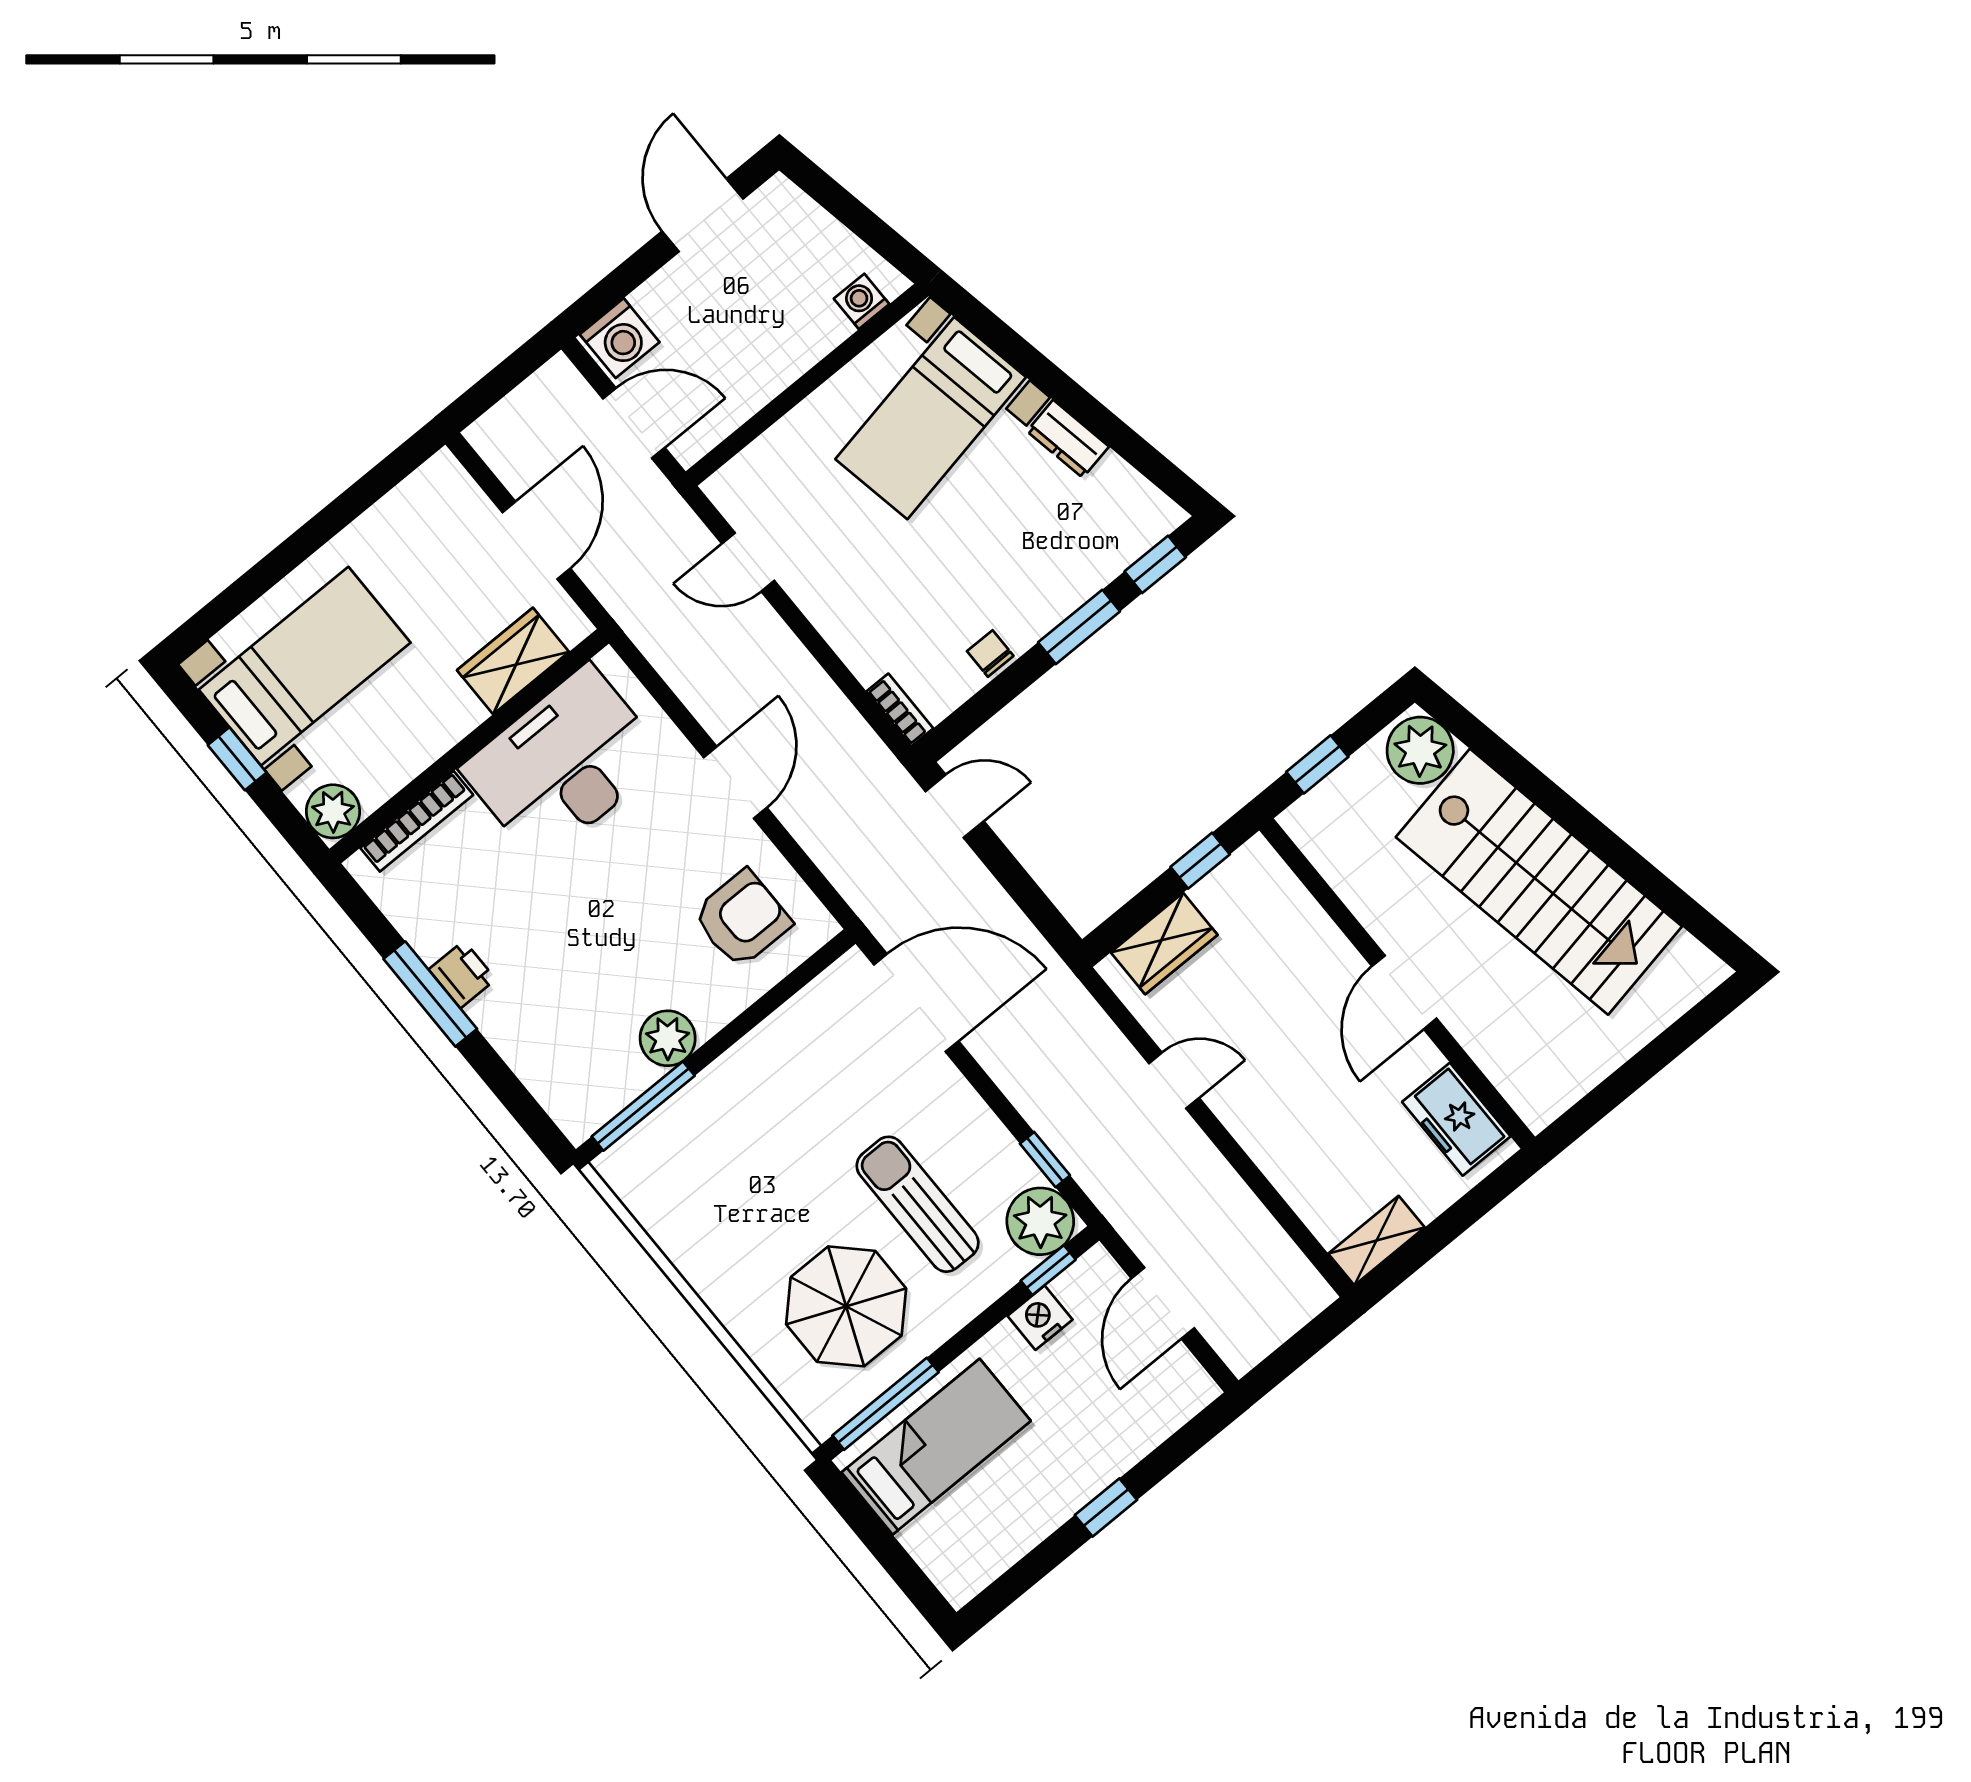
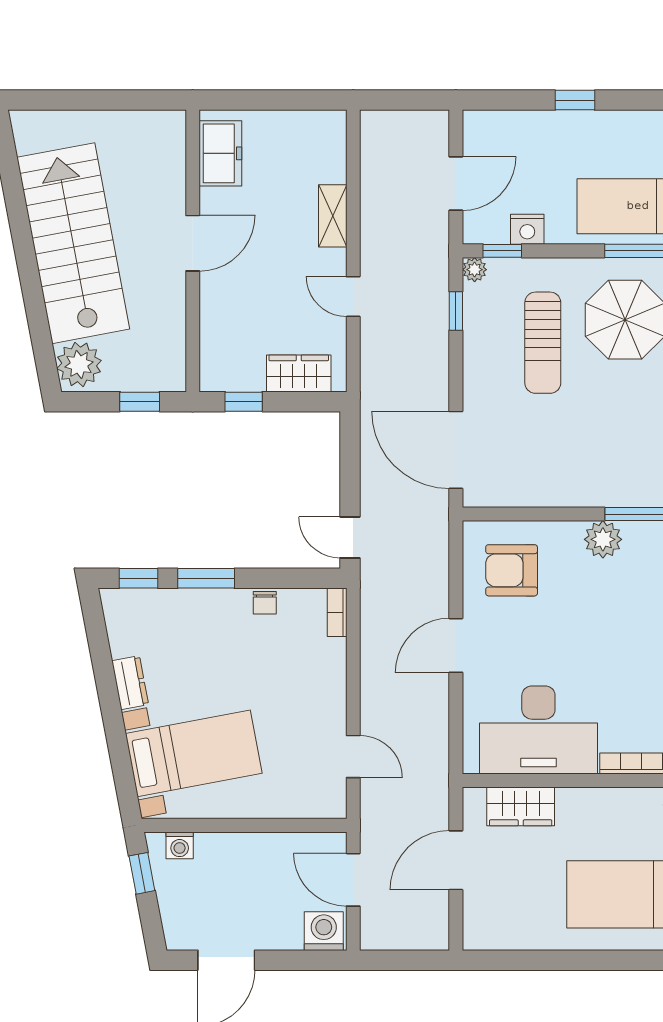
window: (878, 235) -> (142, 873), added
plant: (1040, 1221) -> (475, 270), width x0.53, depth x0.53
shelving: (1376, 1241) -> (333, 216), moved, turned 90

